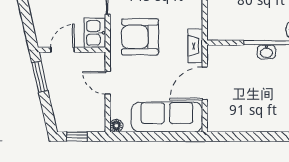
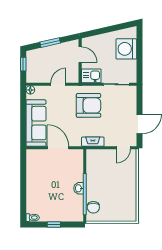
armchair: (140, 37) -> (89, 105), turned 90
fireplace: (195, 46) -> (93, 142), moved
window: (40, 77) -> (50, 43), moved

